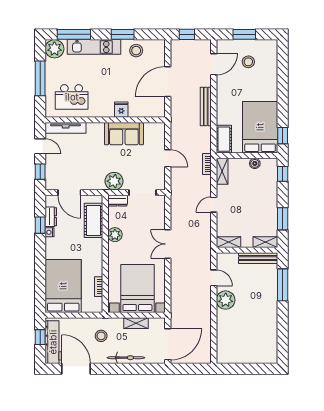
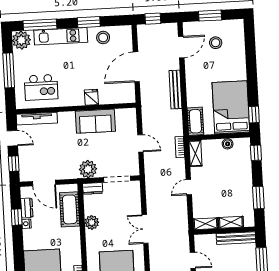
shelving: (265, 242) -> (231, 222), moved

